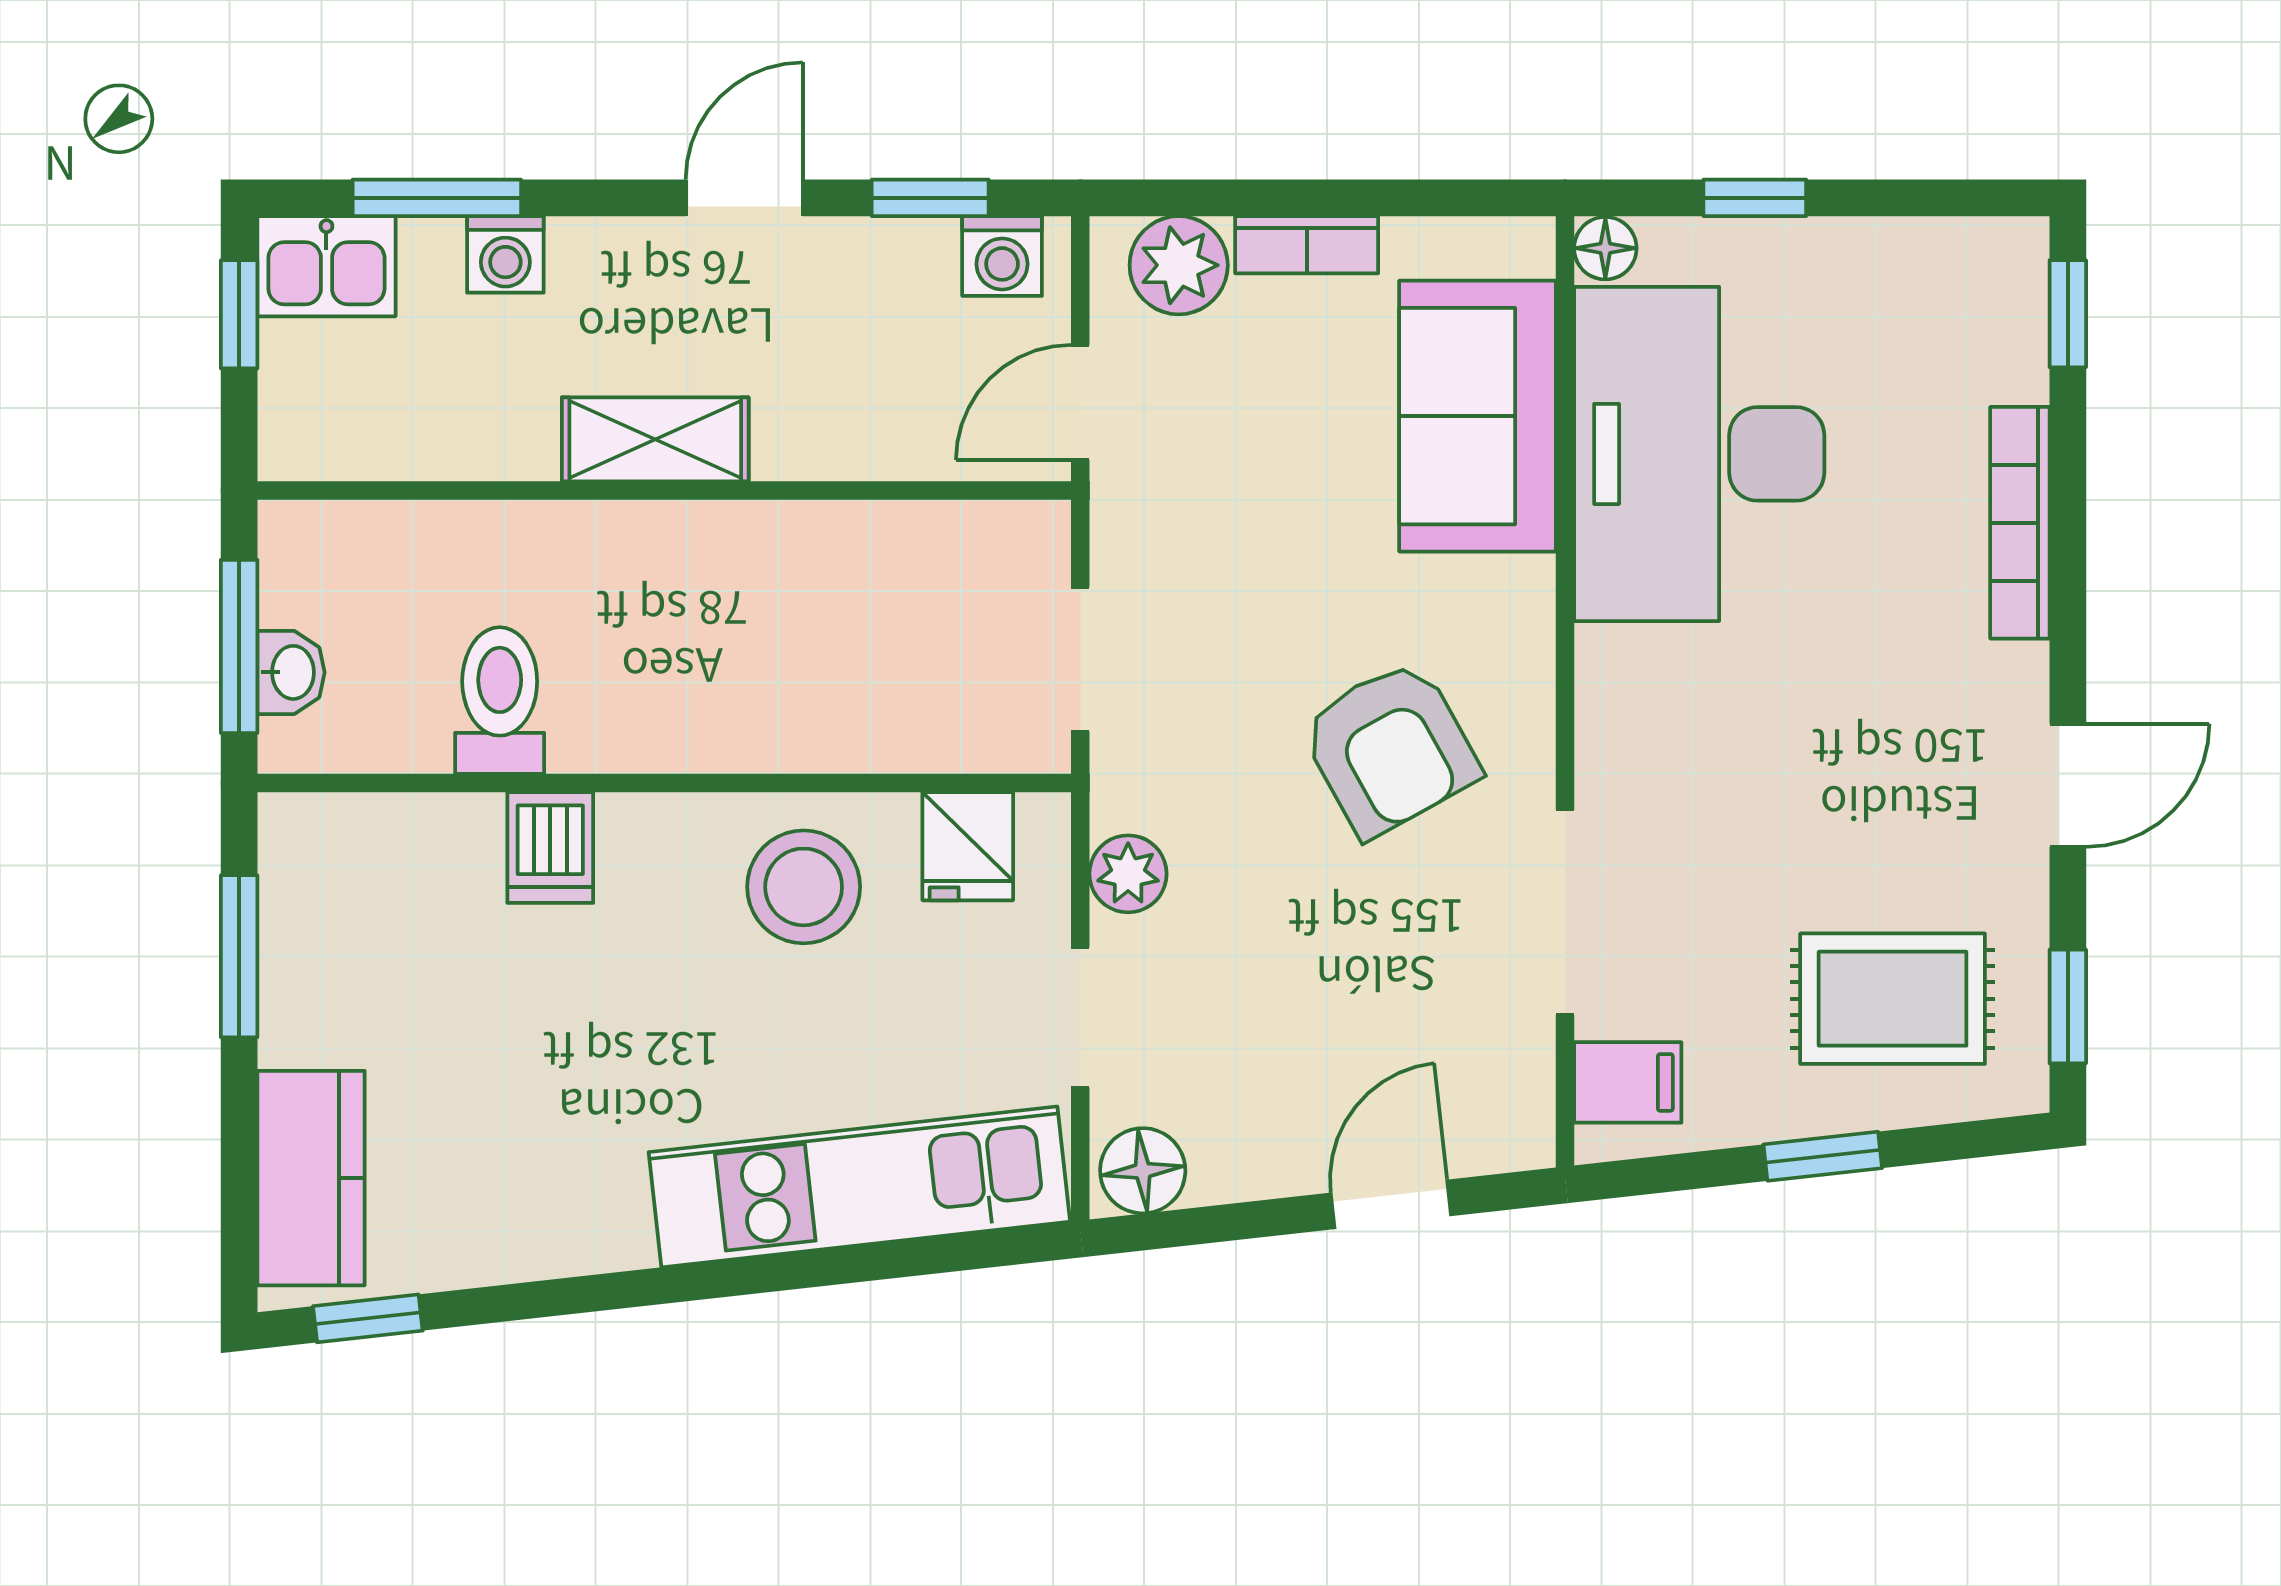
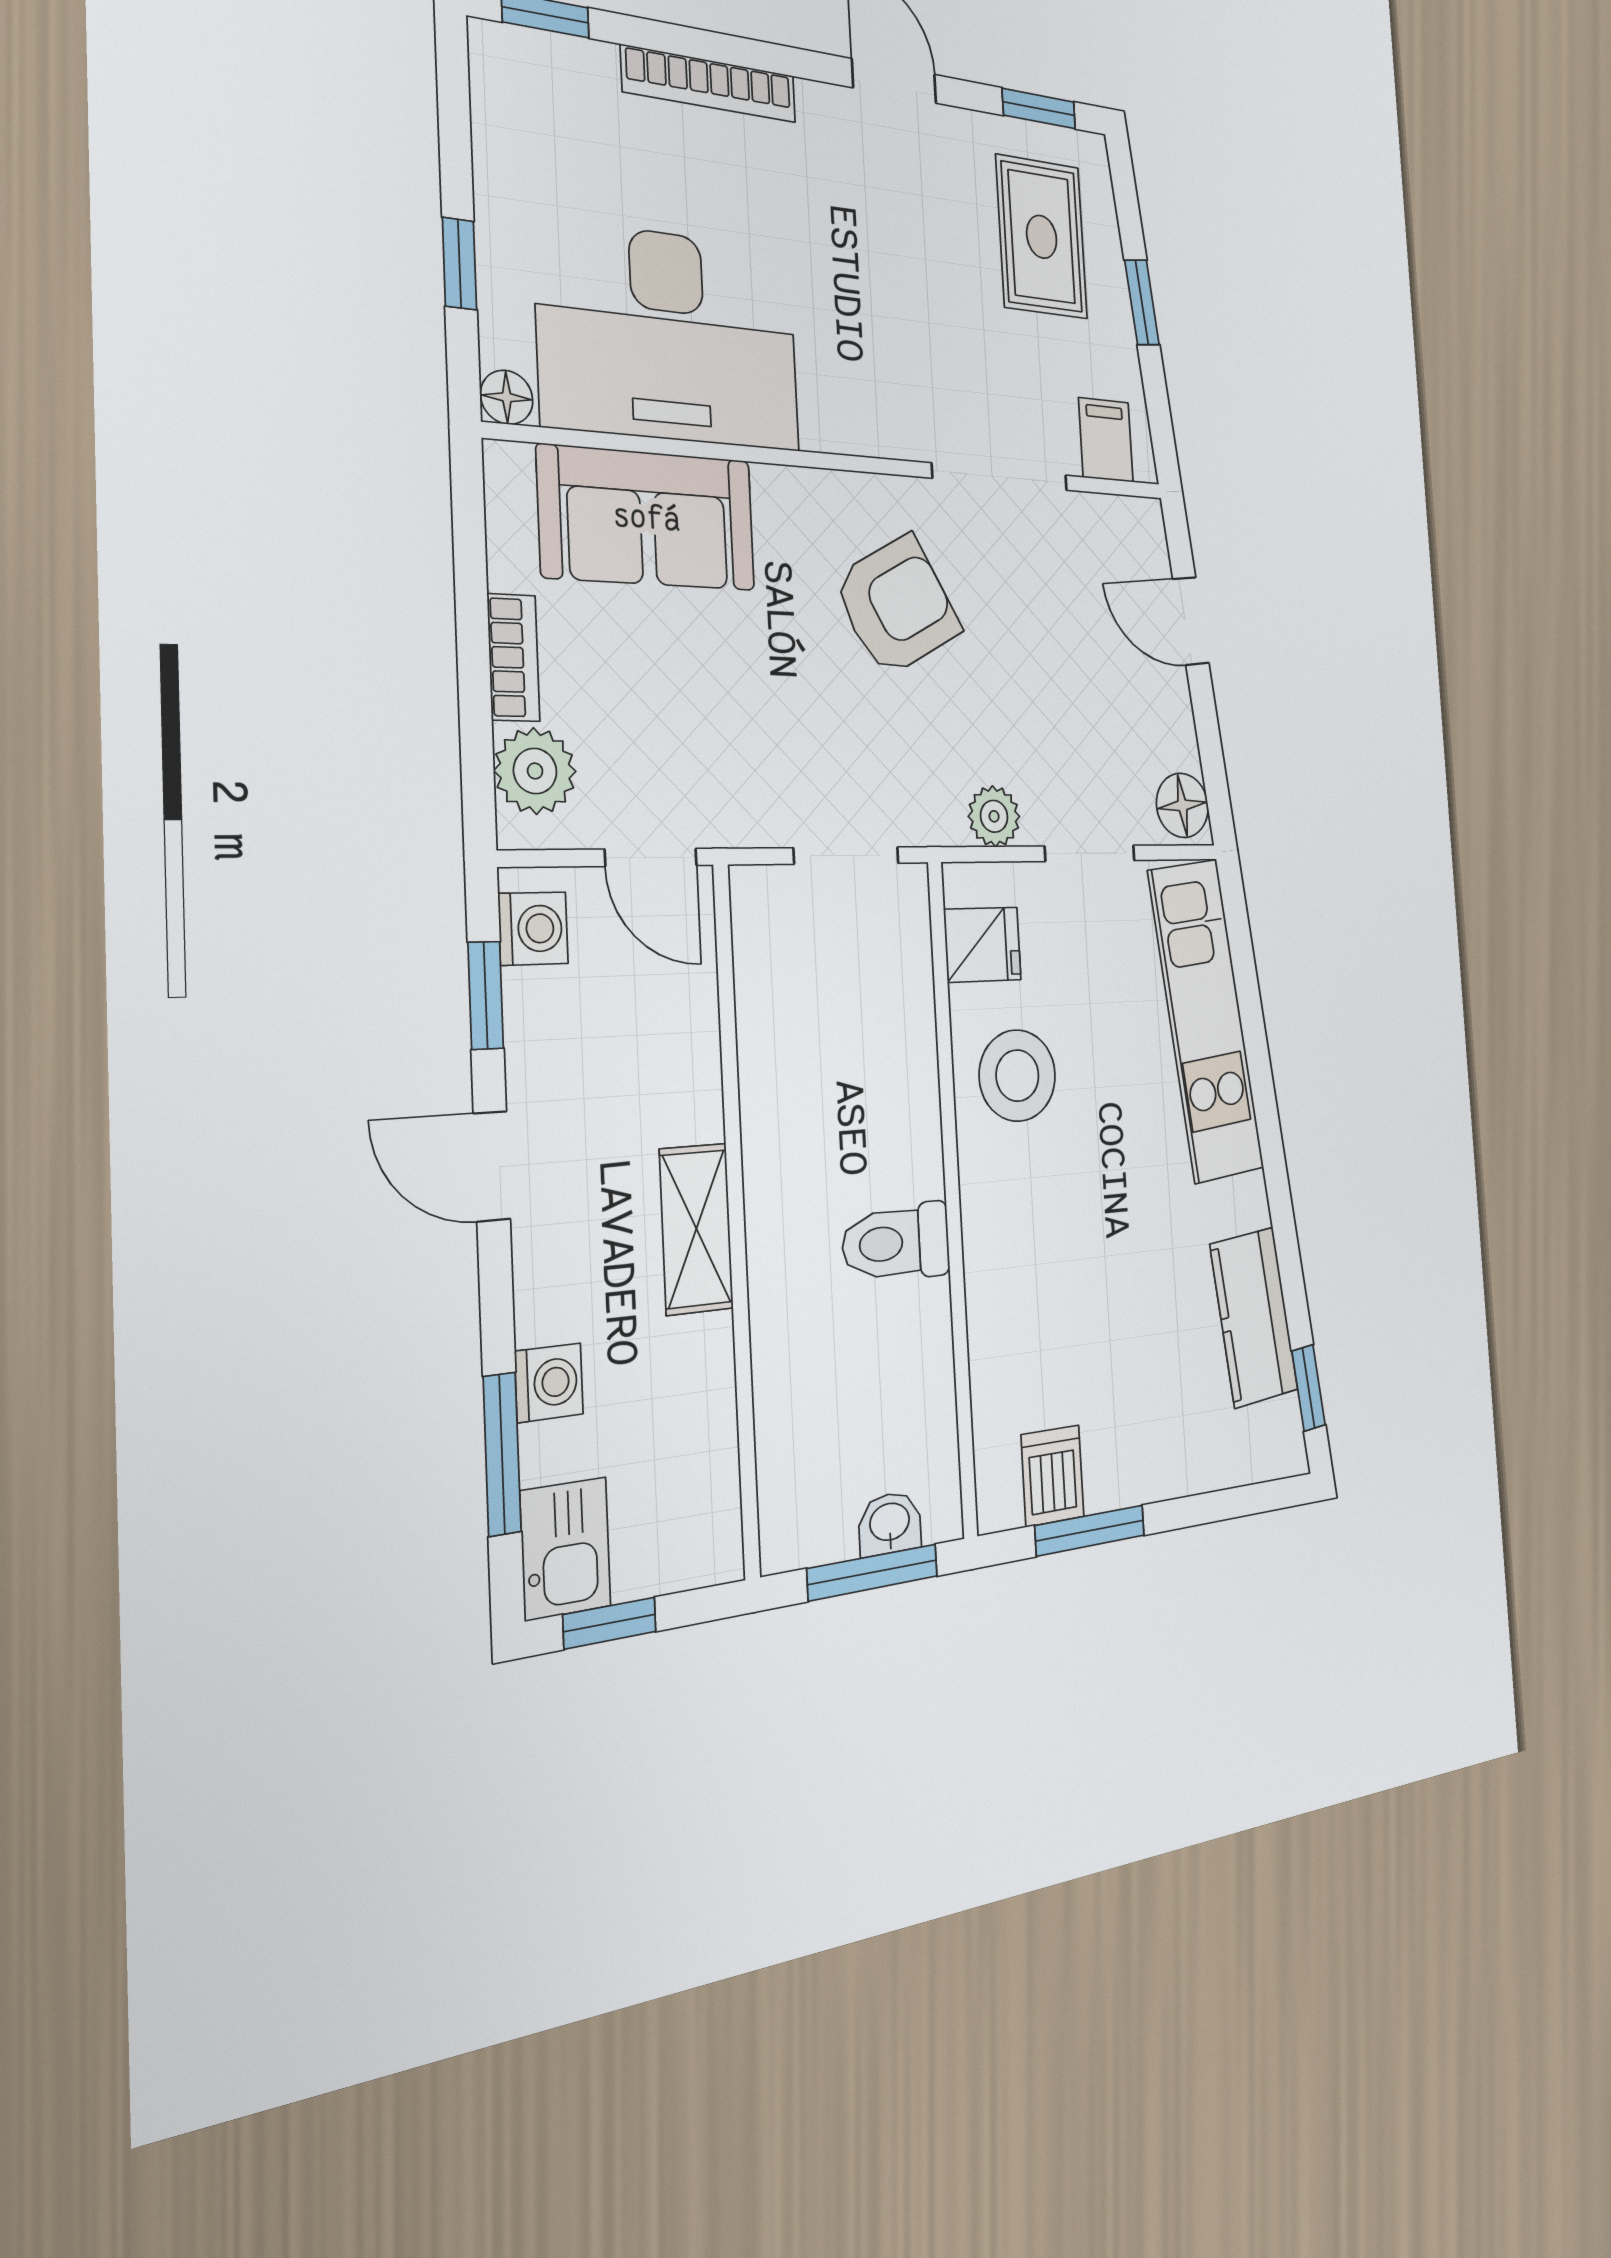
toilet: (500, 700) -> (896, 1243), moved
dishwasher: (550, 848) -> (1053, 1476), moved, turned -90
kitchen counter: (311, 1178) -> (1254, 1317), moved, turned -96

